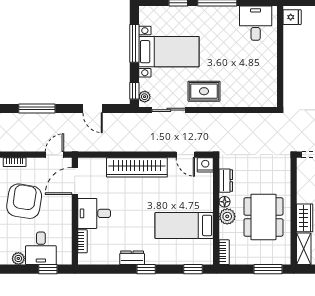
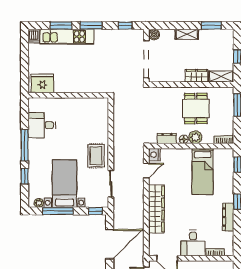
fridge: (292, 17) -> (42, 83), width x1.88, depth x1.34
desk: (256, 23) -> (42, 125), moved
plant: (145, 97) -> (39, 203), moved
door: (93, 108) -> (110, 244), width x1.88
dining table: (263, 217) -> (196, 108), width x0.73
dresser: (132, 258) -> (228, 217), width x1.44

